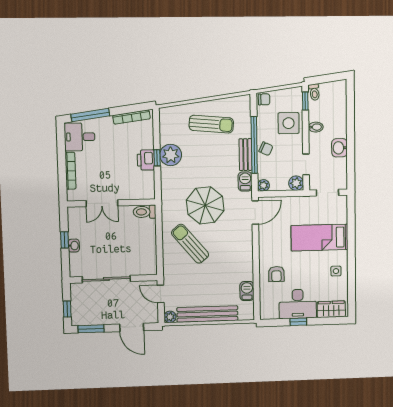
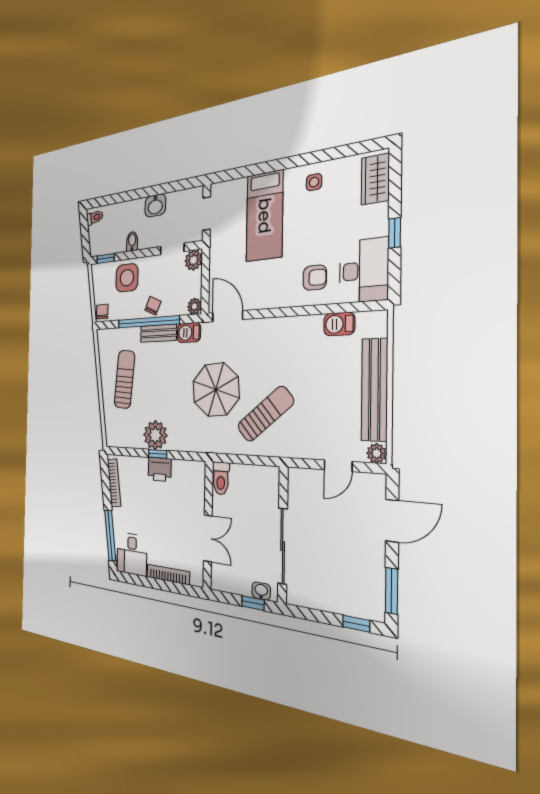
toilet: (314, 92) -> (95, 218), moved
sun lounger: (190, 244) -> (265, 414), turned 180
sliding door: (106, 279) -> (283, 546), moved
wall: (114, 279) -> (283, 535), moved
desk: (298, 304) -> (364, 271), moved

